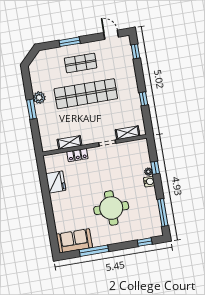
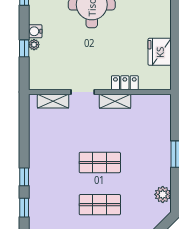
shop shelf: (86, 94) -> (100, 163), width x0.50, depth x0.74
plant: (39, 98) -> (163, 194), moved
window: (143, 99) -> (24, 177), moved
shelving: (69, 142) -> (115, 101), moved

